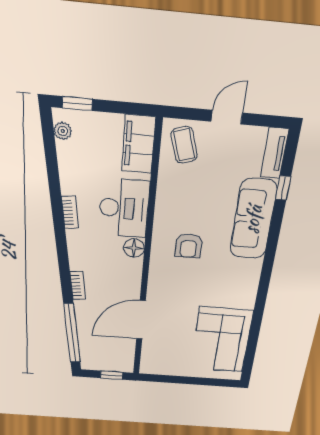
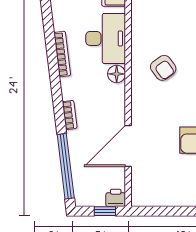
bookcase: (70, 212) -> (62, 54), width x1.56
armchair: (189, 246) -> (163, 68), turned -36
printer: (124, 365) -> (116, 198), added

